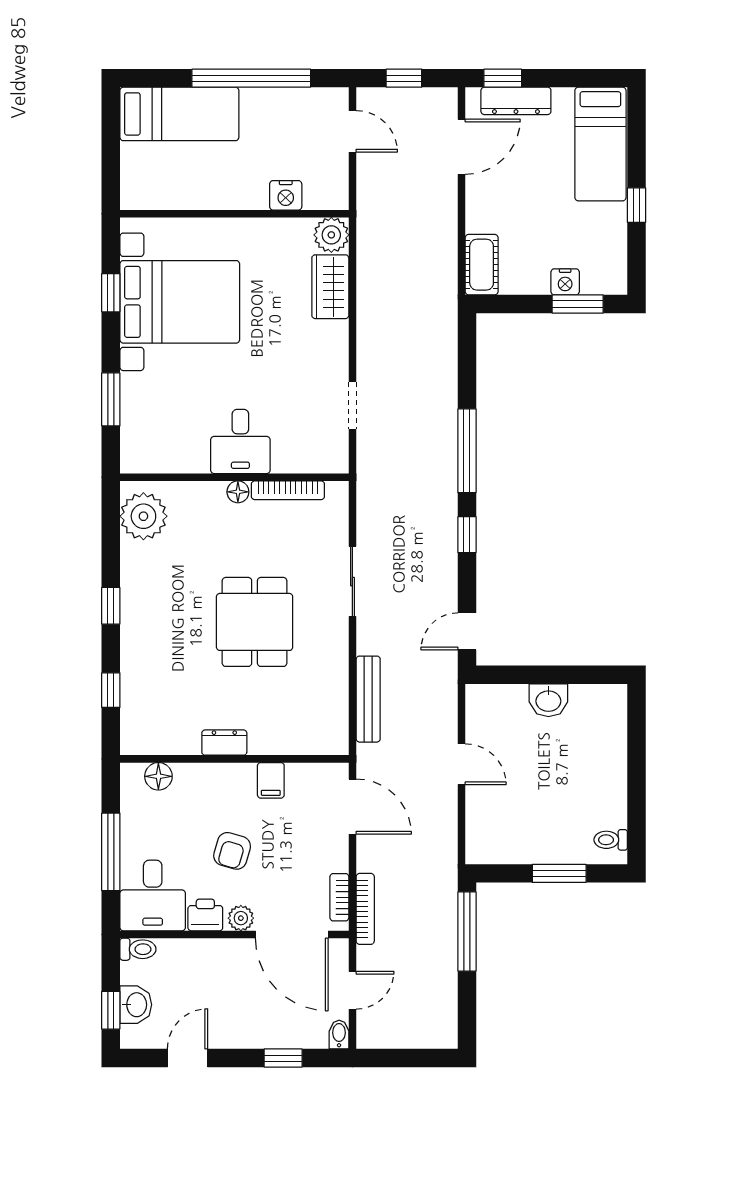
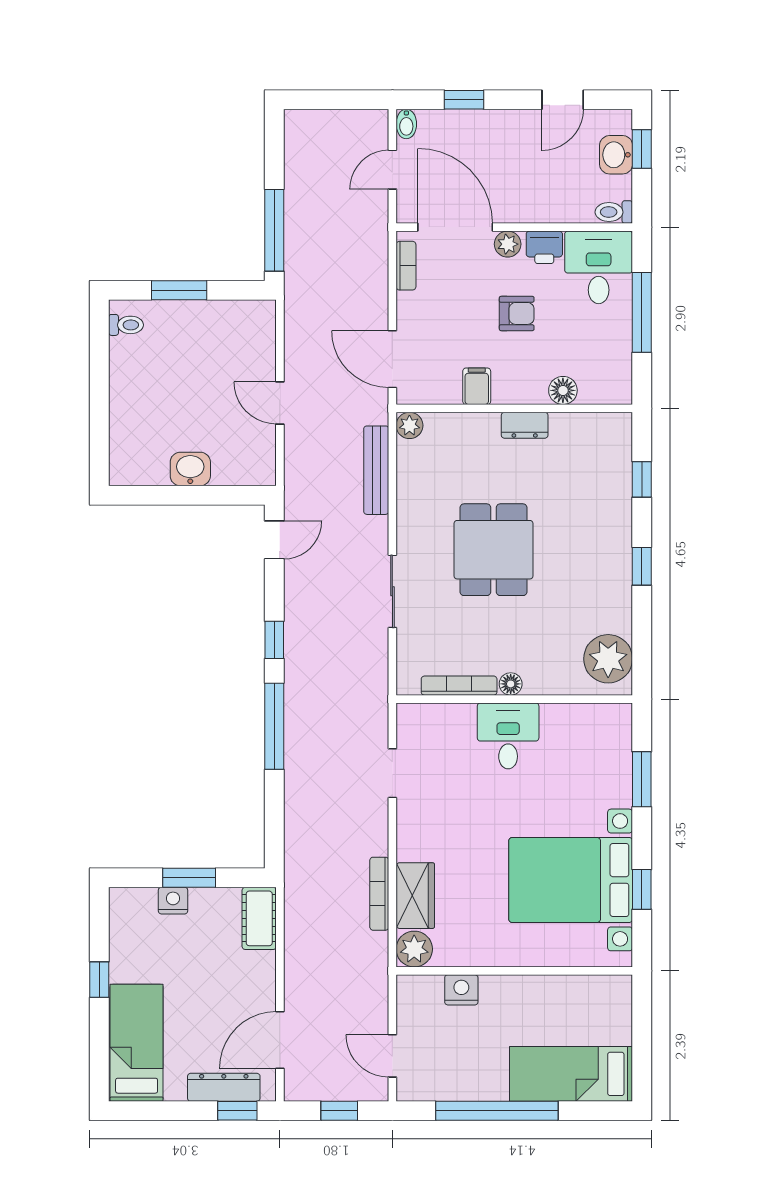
window: (578, 304) -> (189, 878), moved
plant: (336, 742) -> (409, 425), added
floor lamp: (158, 776) -> (563, 390), moved
armchair: (232, 851) -> (517, 313), turned 74
bookcase: (365, 909) -> (379, 894), moved

